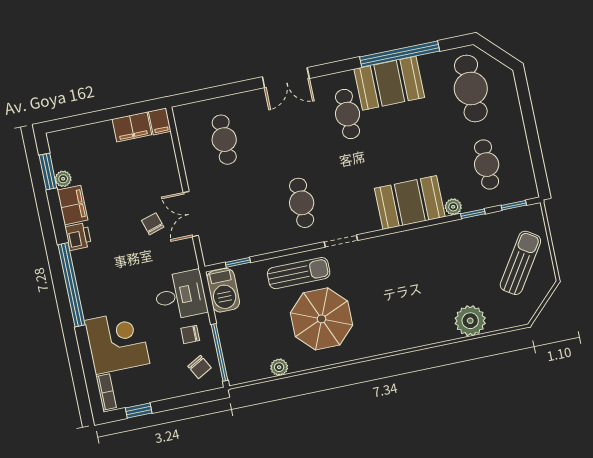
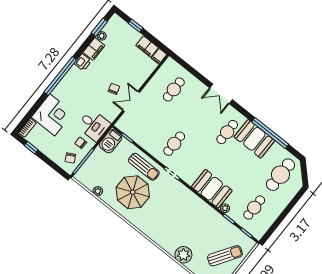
window: (89, 118) -> (136, 26), added

